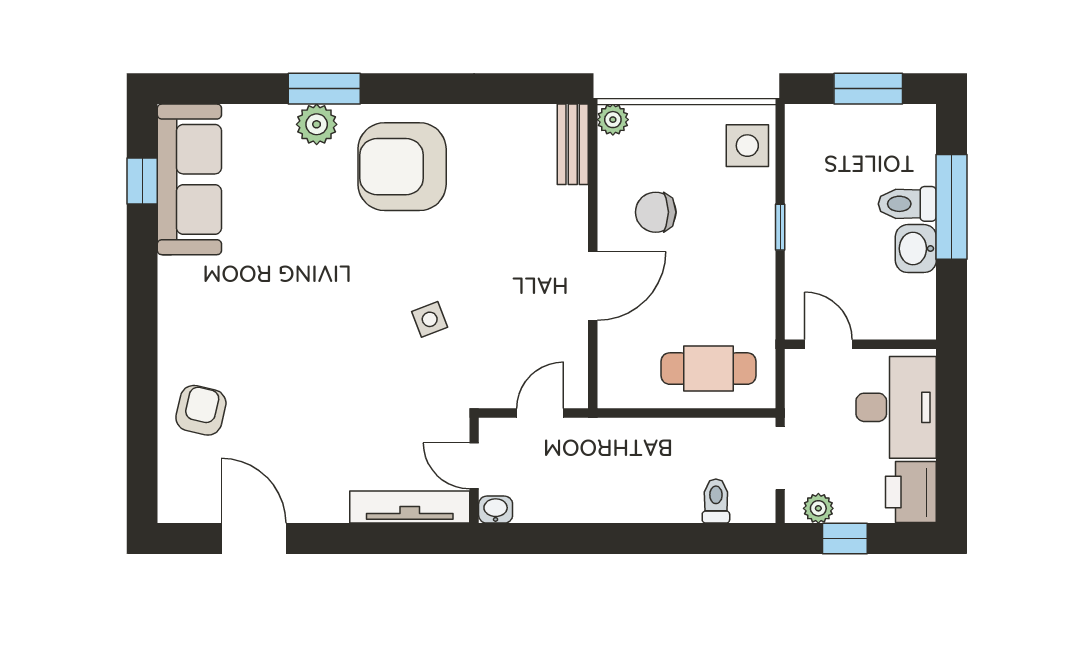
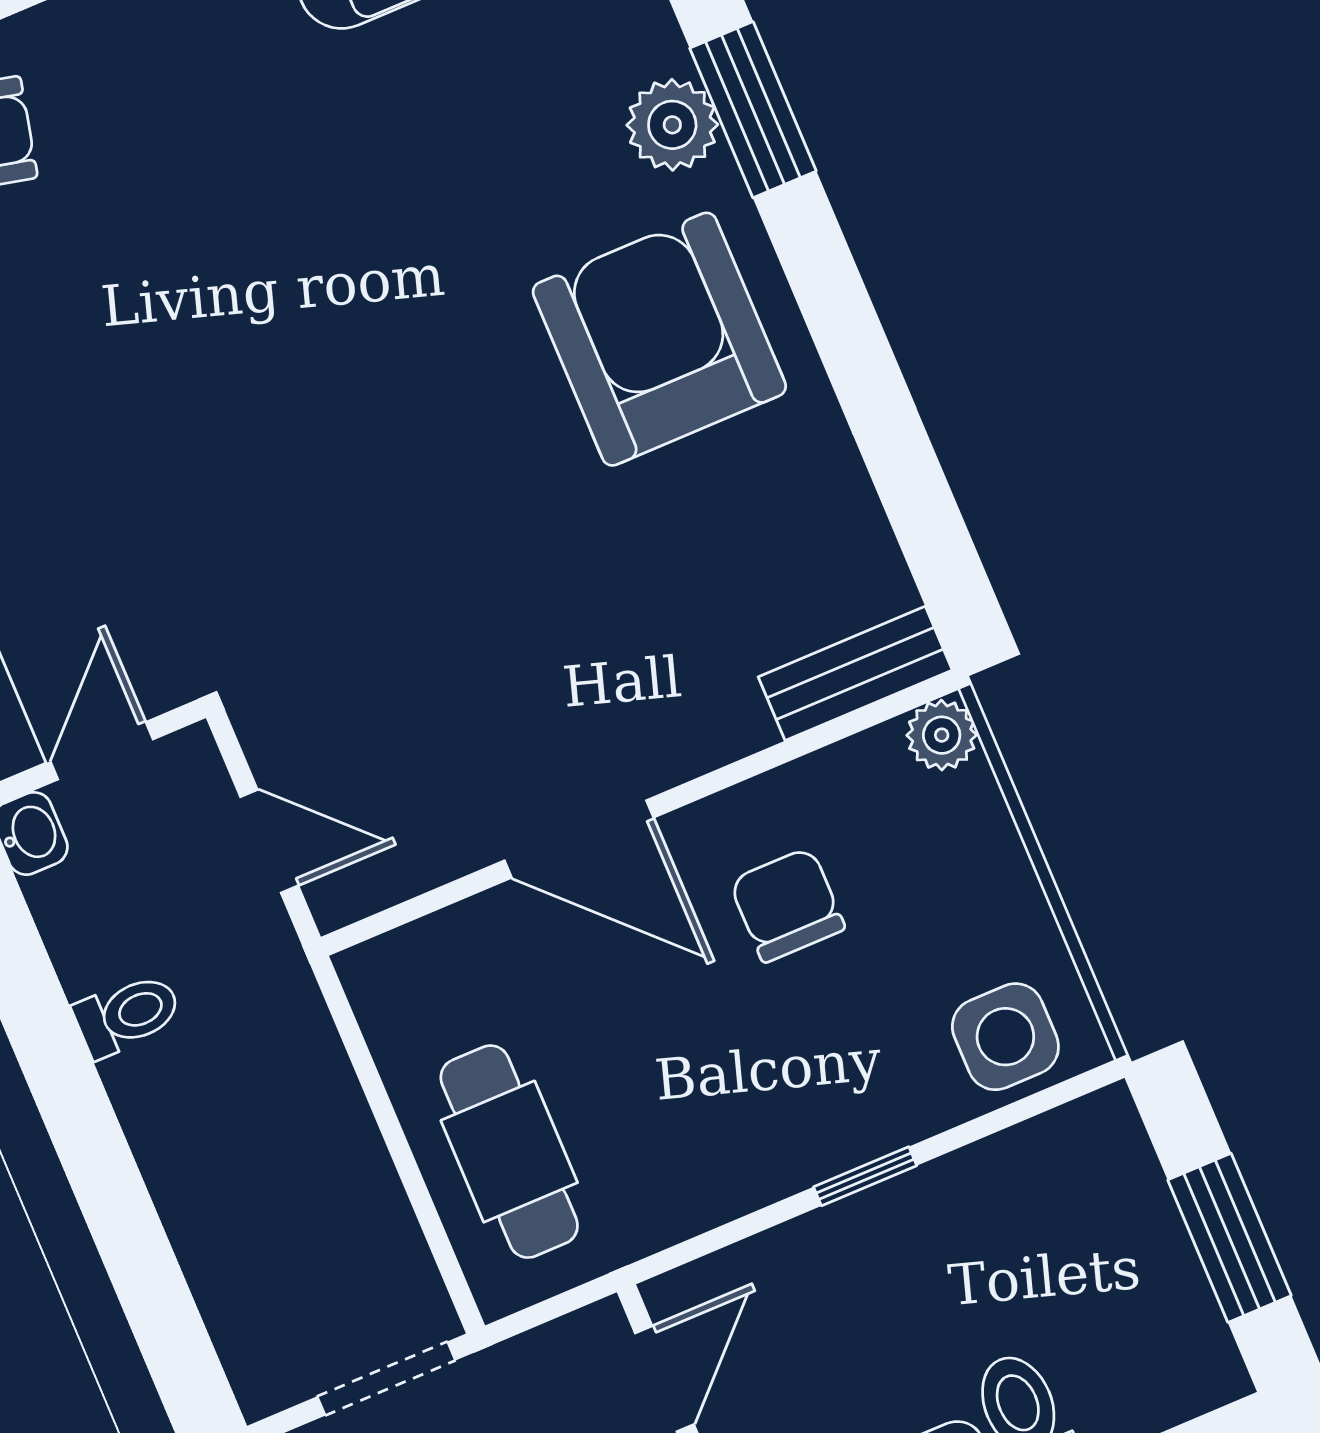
side table: (430, 319) -> (367, 530), removed
toilet: (716, 501) -> (128, 1015), moved

